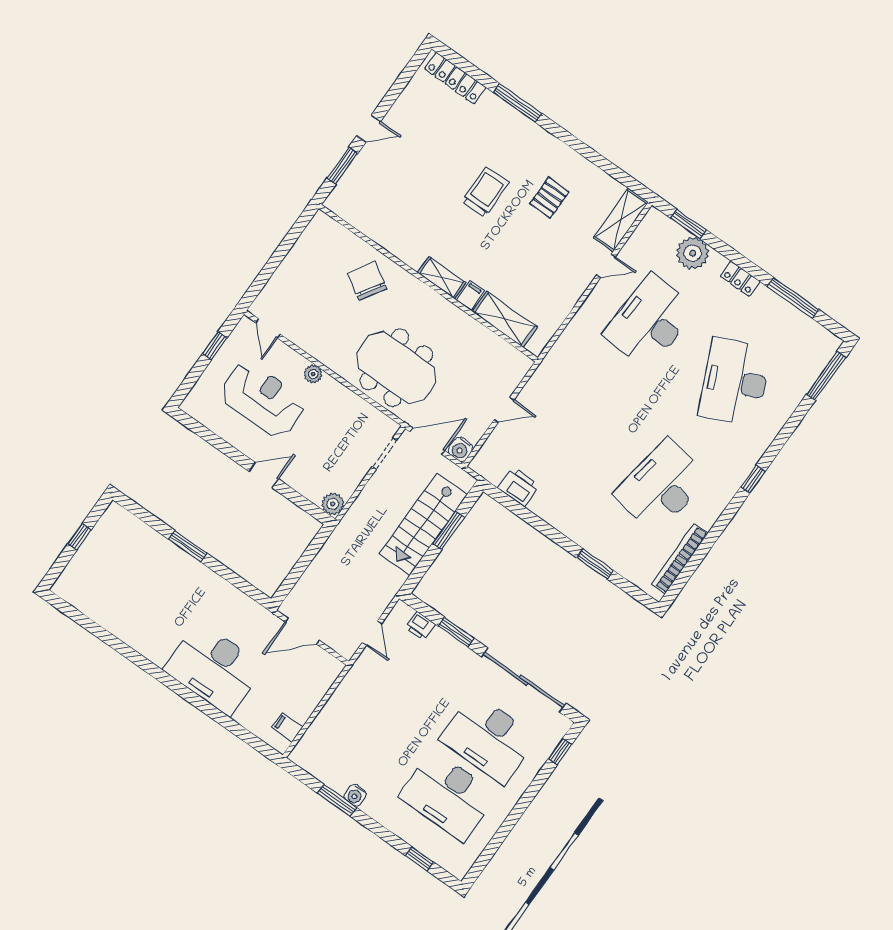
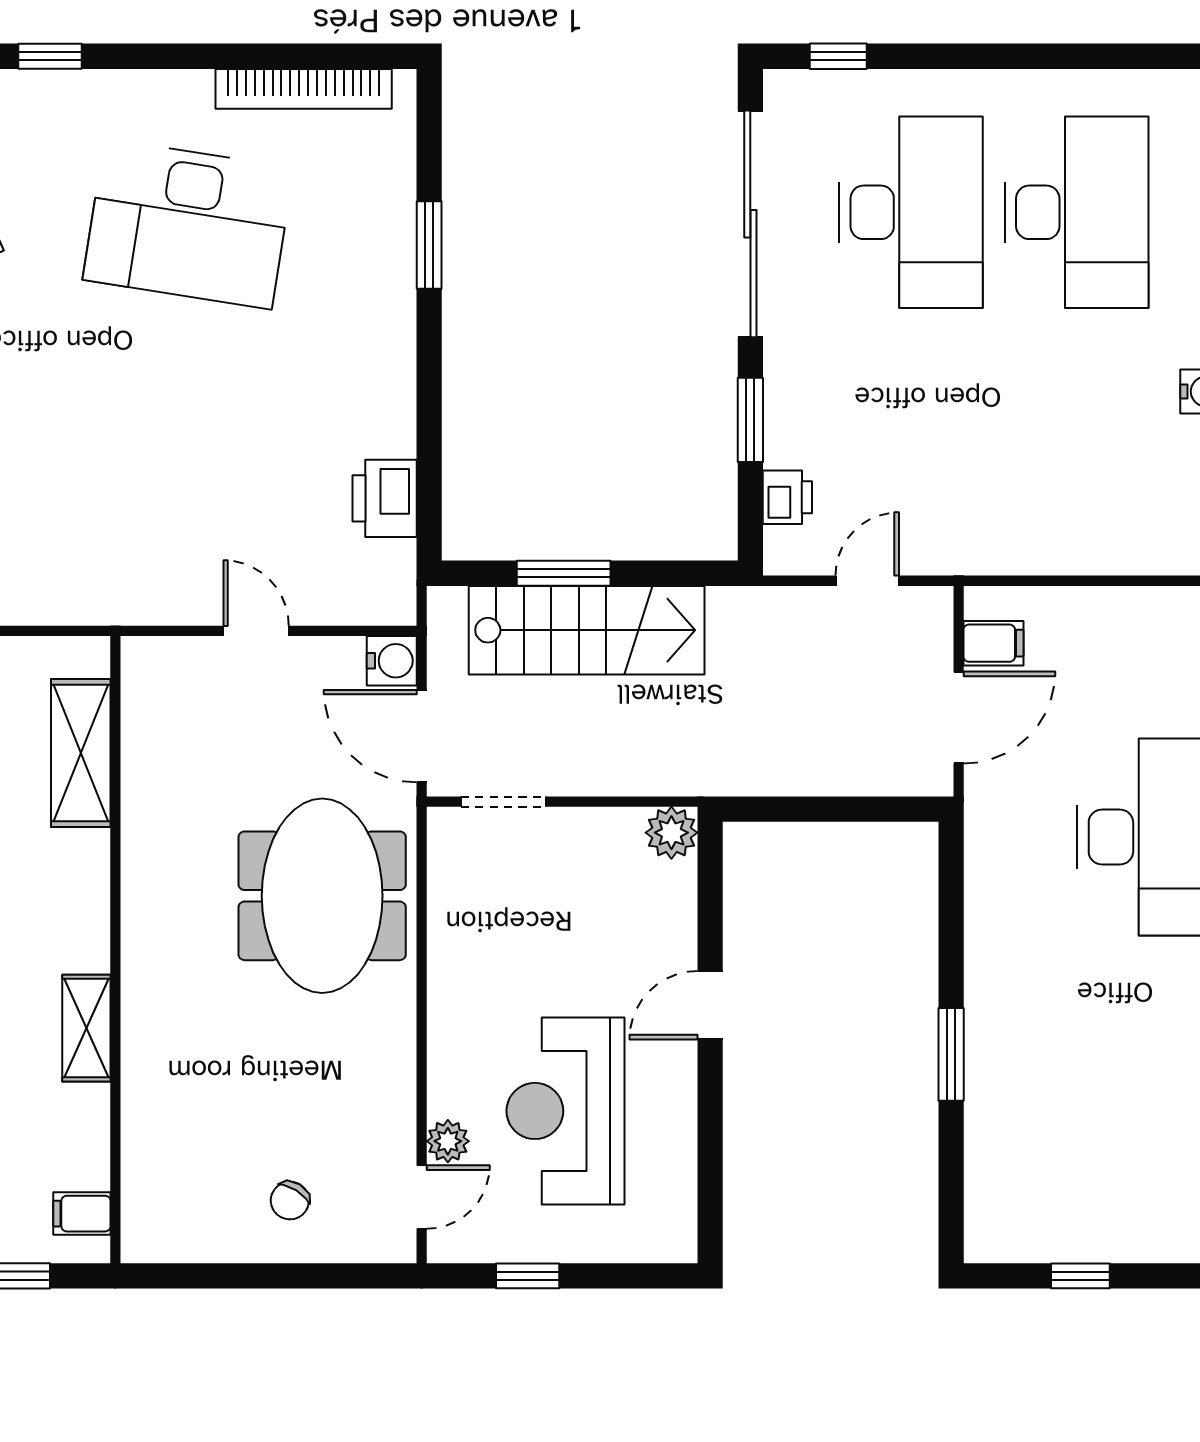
shelving: (442, 278) -> (86, 1028), moved
chair: (367, 281) -> (290, 1201), moved, width x0.54, depth x0.54
filing cabinet: (470, 295) -> (82, 1214), moved
plant: (313, 374) -> (448, 1141), moved
door: (264, 475) -> (710, 1005), hinge flipped
door: (302, 631) -> (959, 718), hinge flipped
filing cabinet: (287, 727) -> (993, 643), moved, turned -90

